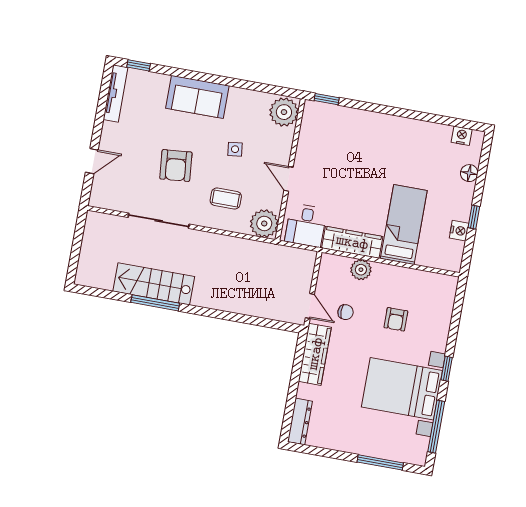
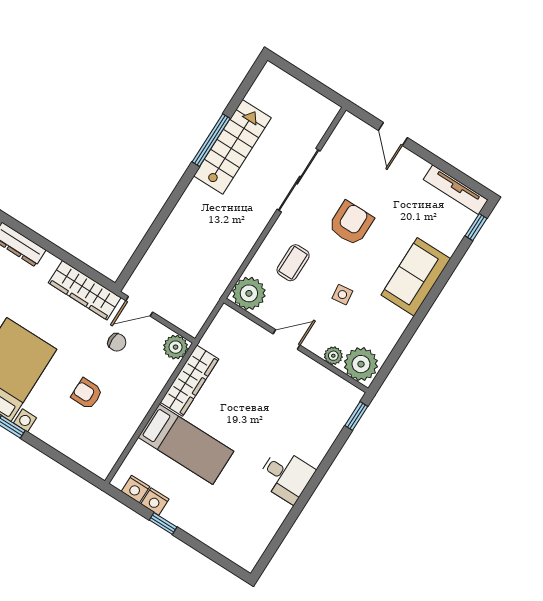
nightstand: (462, 136) -> (135, 489), moved, turned 90
plant: (286, 137) -> (333, 356), added
armchair: (176, 166) -> (351, 223), turned 95
floor lamp: (469, 173) -> (213, 538), removed
desk: (306, 225) -> (286, 475), moved, turned 180
plant: (361, 270) -> (176, 347), moved
chair: (346, 312) -> (117, 342), turned -90

